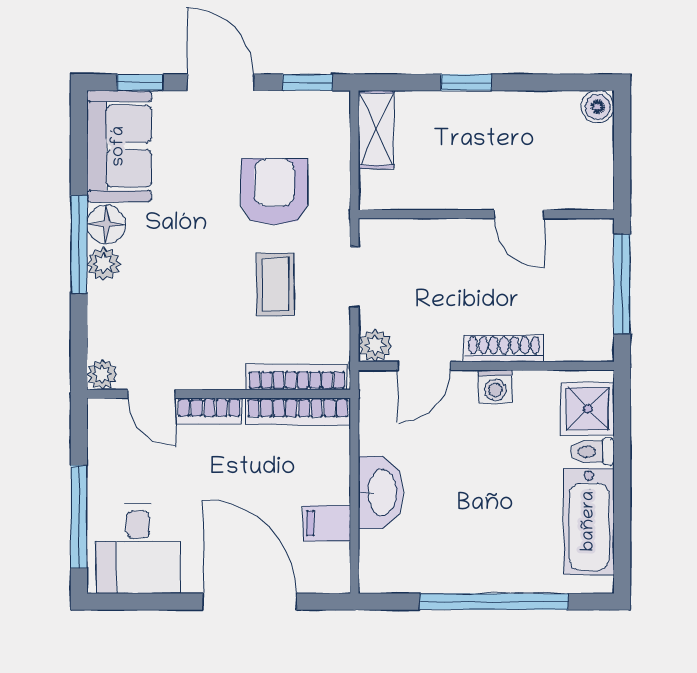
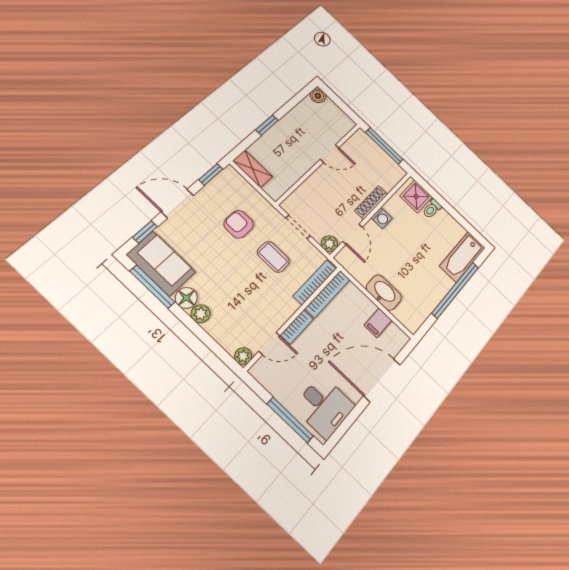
armchair: (274, 192) -> (239, 224), width x0.72, depth x0.72
window: (79, 244) -> (152, 287), moved
bathtub: (589, 521) -> (462, 257), moved, turned 90

